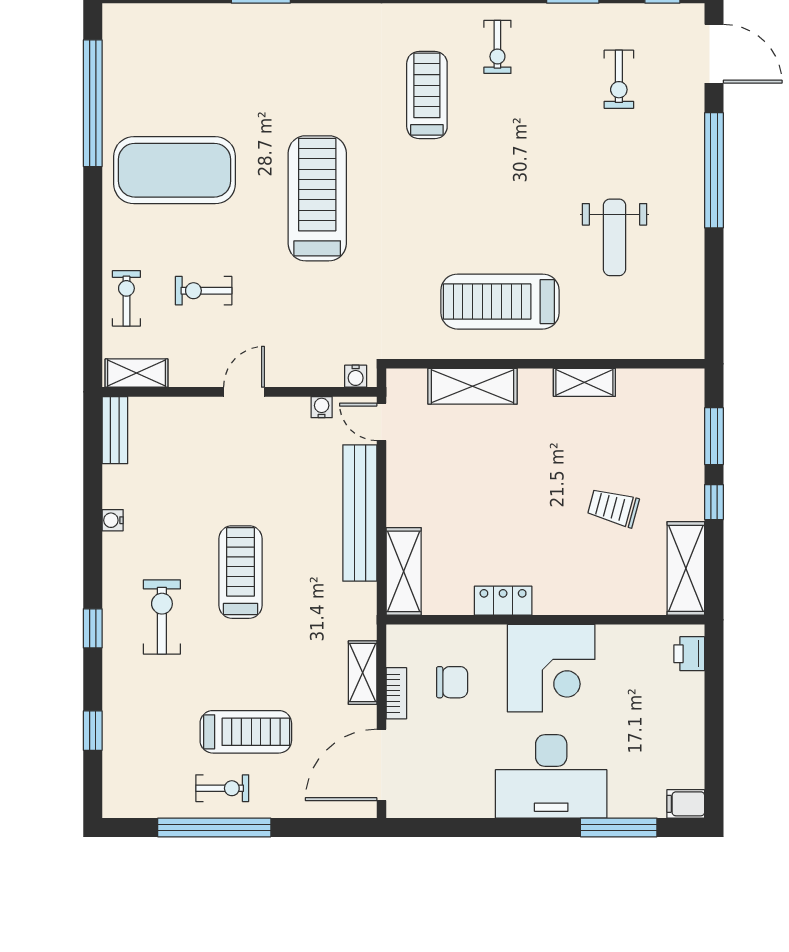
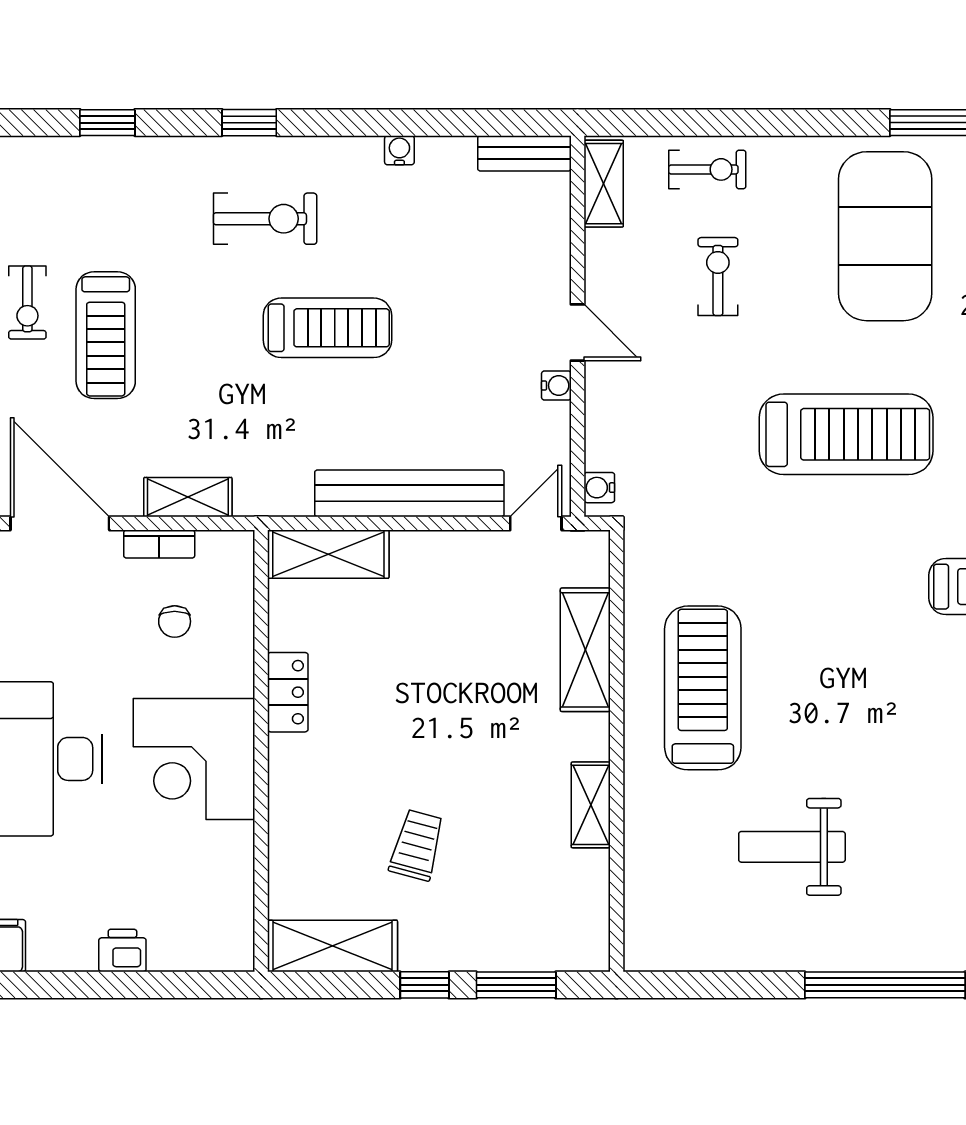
water cooler: (322, 407) -> (556, 385), moved
printer: (689, 654) -> (122, 951), moved
chair: (452, 682) -> (175, 621), width x0.73, depth x0.73

